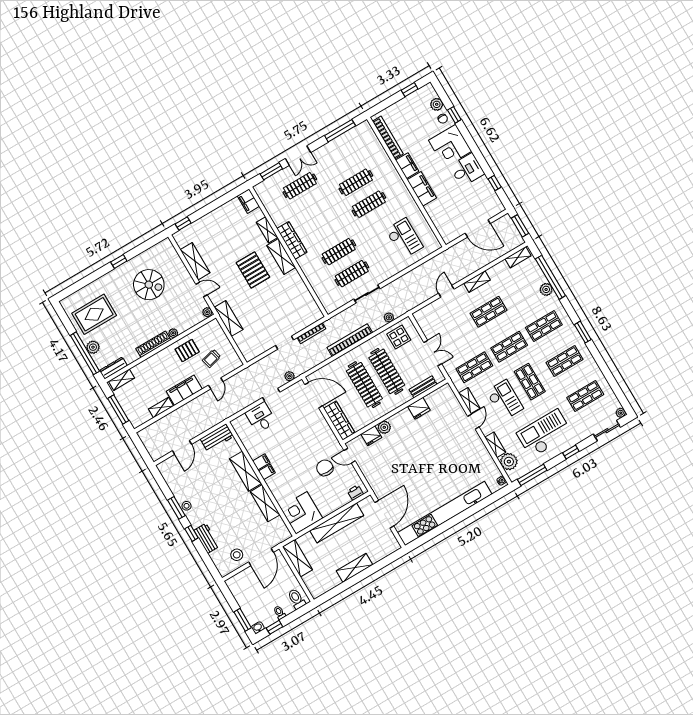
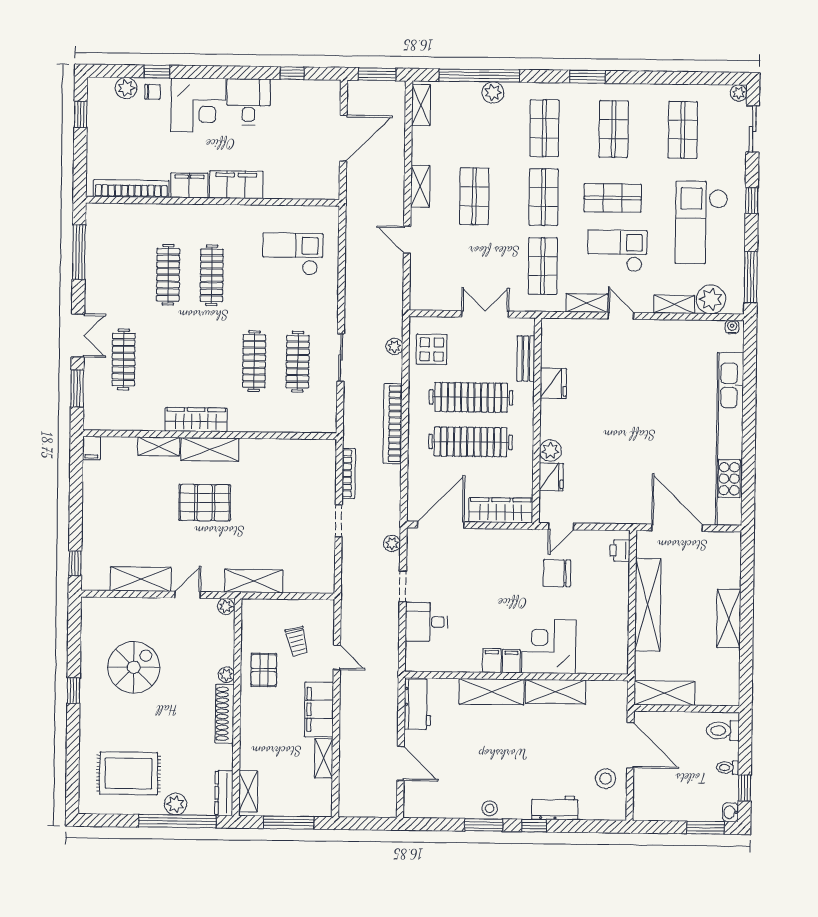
filing cabinet: (248, 201) -> (91, 448), width x0.50
rug: (94, 314) -> (129, 773), turned 90
corner desk: (301, 513) -> (549, 647), moved, turned 90

